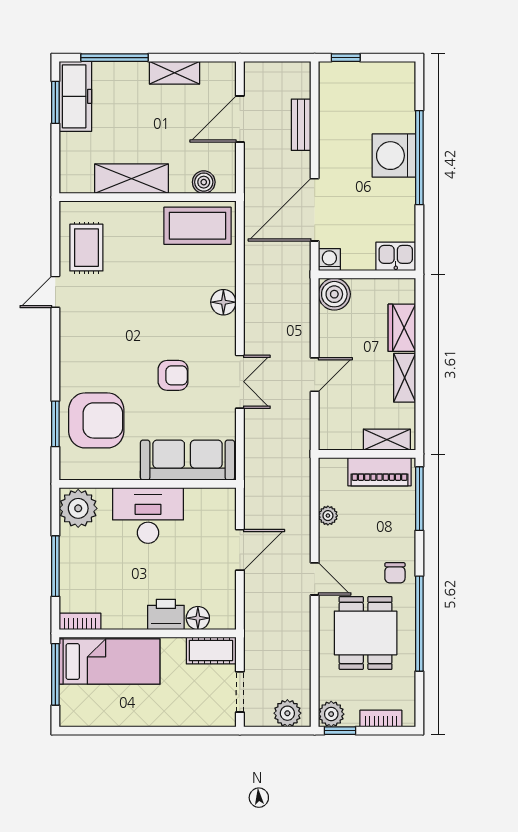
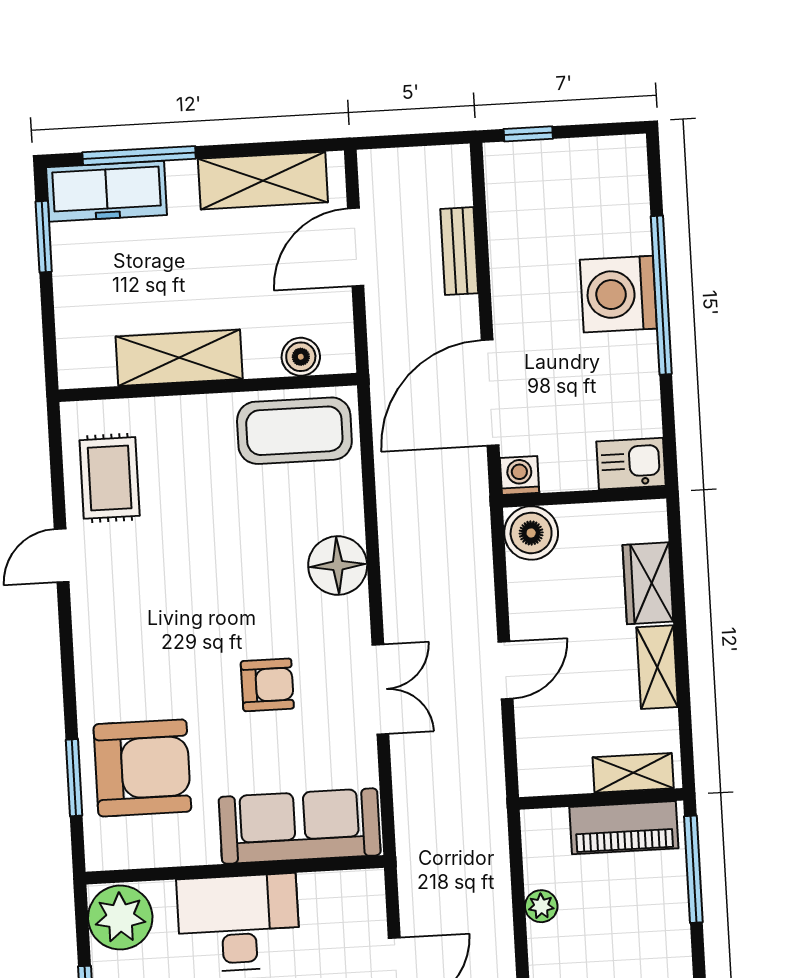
shelving: (175, 73) -> (263, 181), width x1.50, depth x1.33
freezer: (75, 96) -> (107, 191), moved, turned 90
floor lamp: (223, 302) -> (338, 565), width x1.38, depth x1.38

